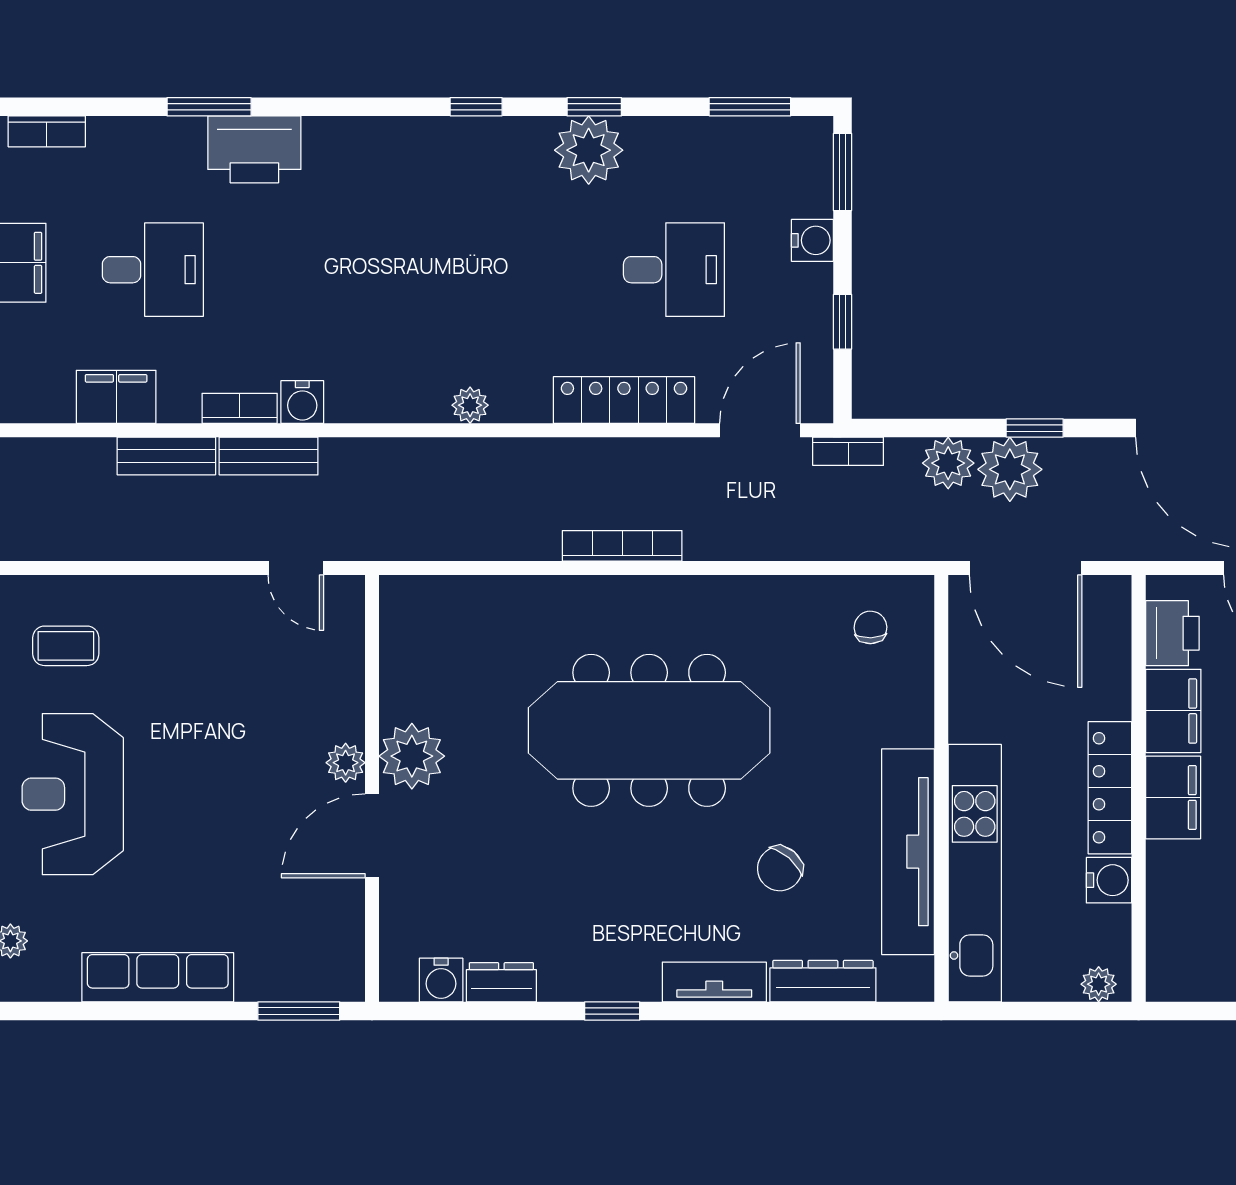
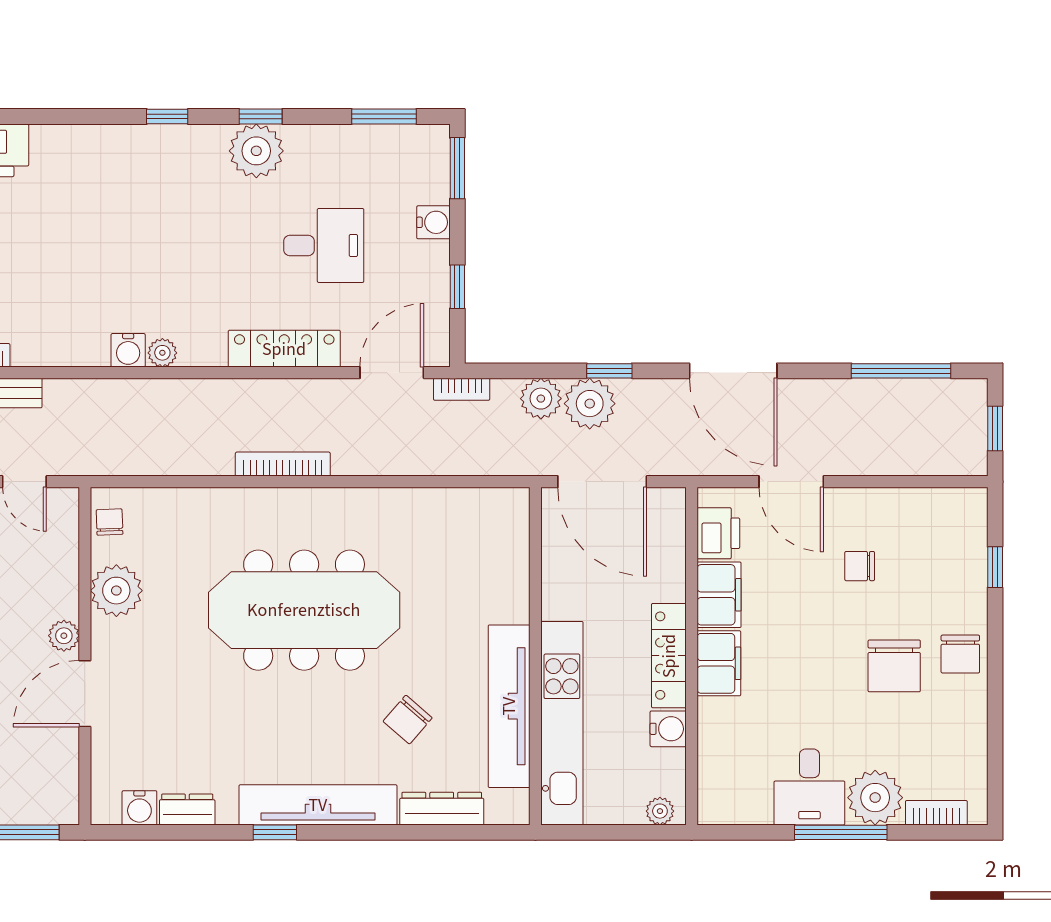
water cooler: (302, 402) -> (128, 350), moved
chair: (870, 627) -> (110, 522), moved
plant: (412, 756) -> (116, 591), moved
tv unit: (714, 982) -> (318, 805), width x1.92, depth x1.29

